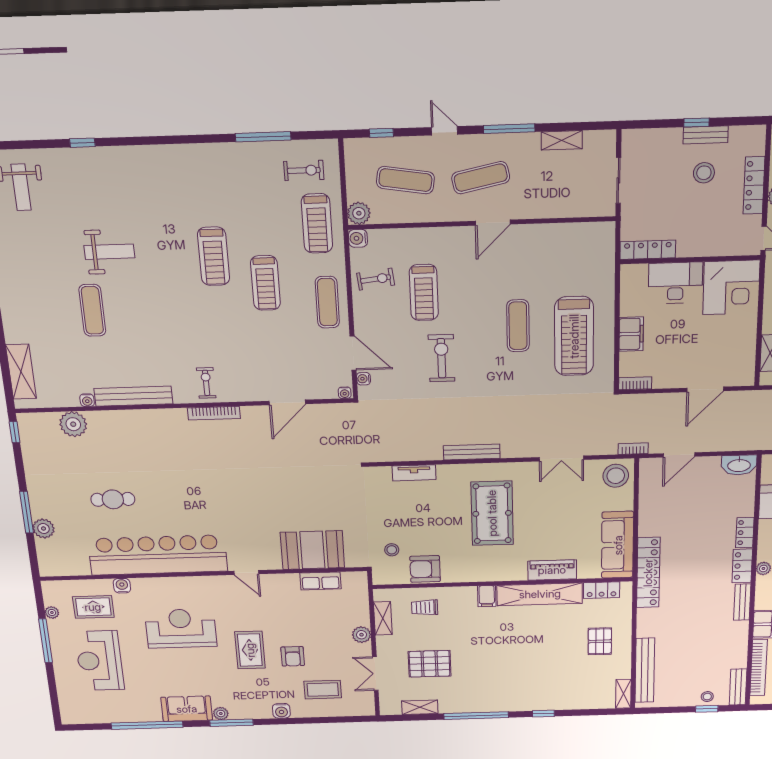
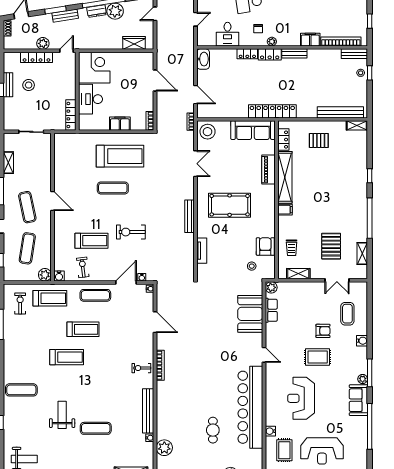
exercise mat: (146, 178) -> (21, 390), added
armchair: (425, 569) -> (265, 247), turned 180
door: (246, 573) -> (264, 355), hinge flipped
plant: (361, 635) -> (271, 287), moved

